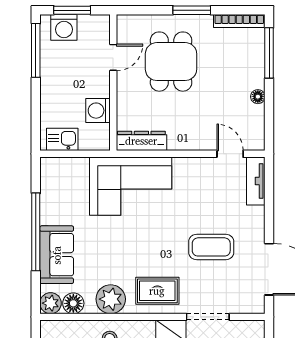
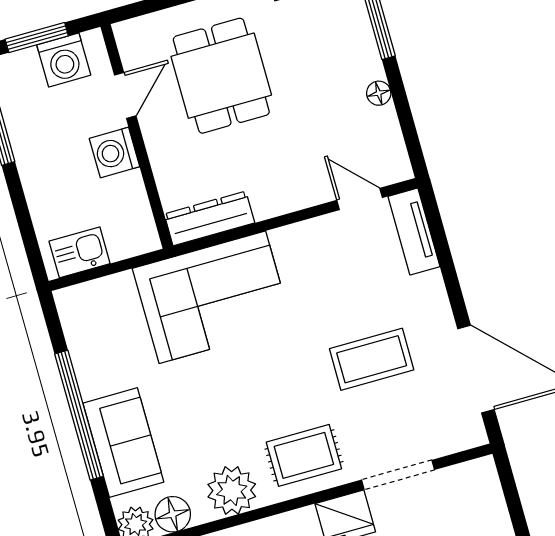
washing machine: (64, 27) -> (64, 60), moved
washing machine: (98, 111) -> (114, 152), moved

